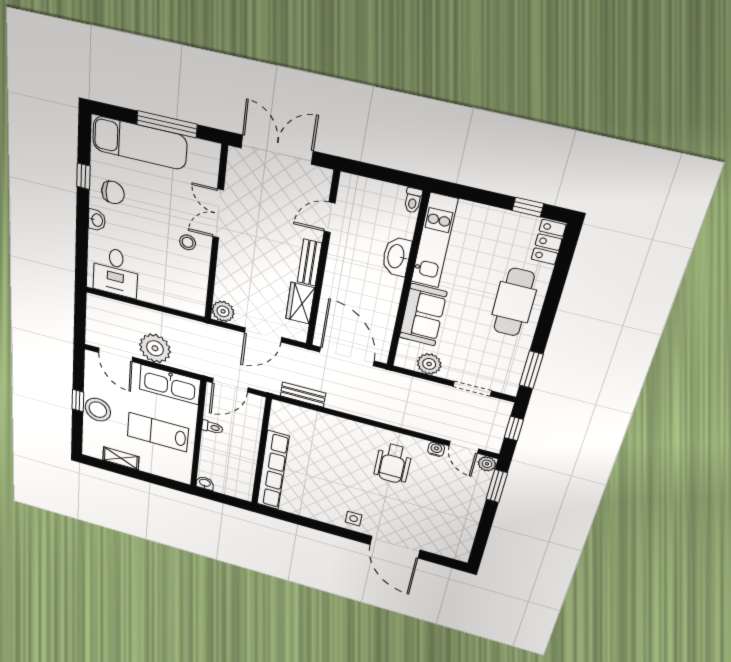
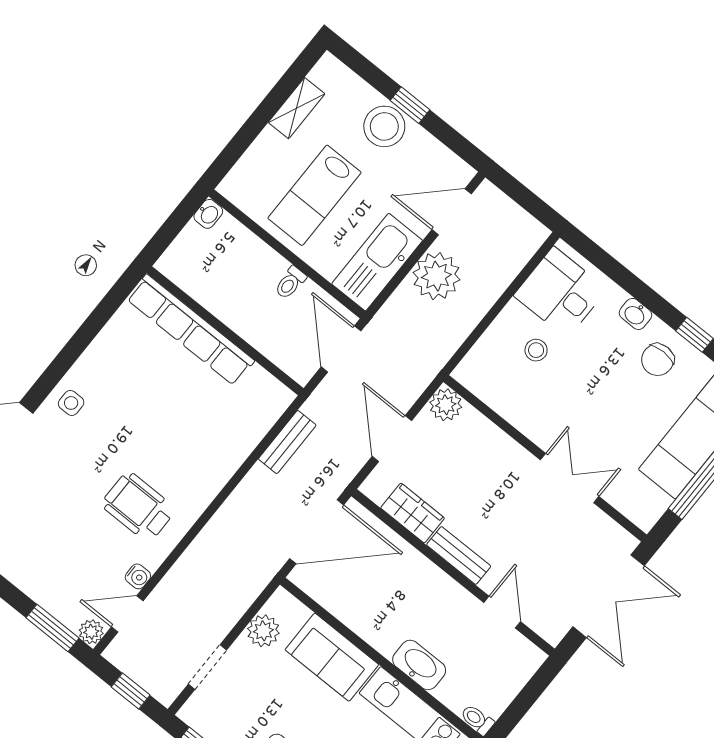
stool: (188, 242) -> (536, 350), moved
lab bench: (158, 432) -> (315, 195), turned 180

